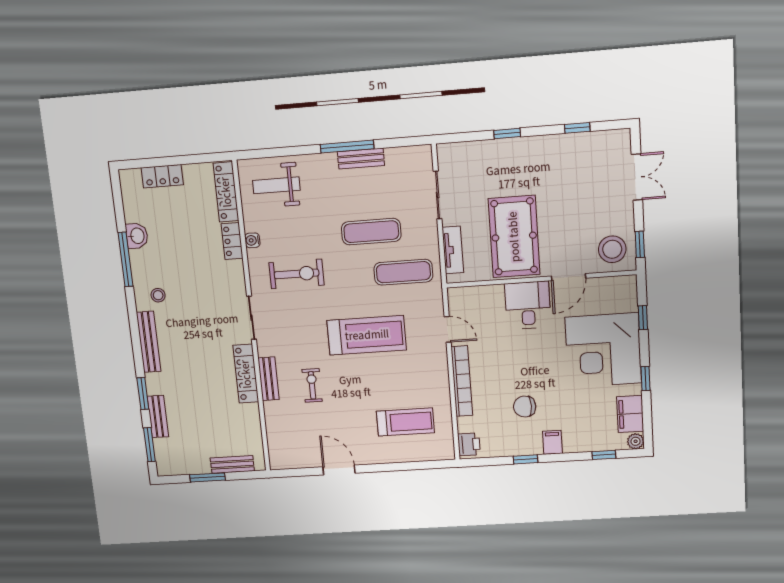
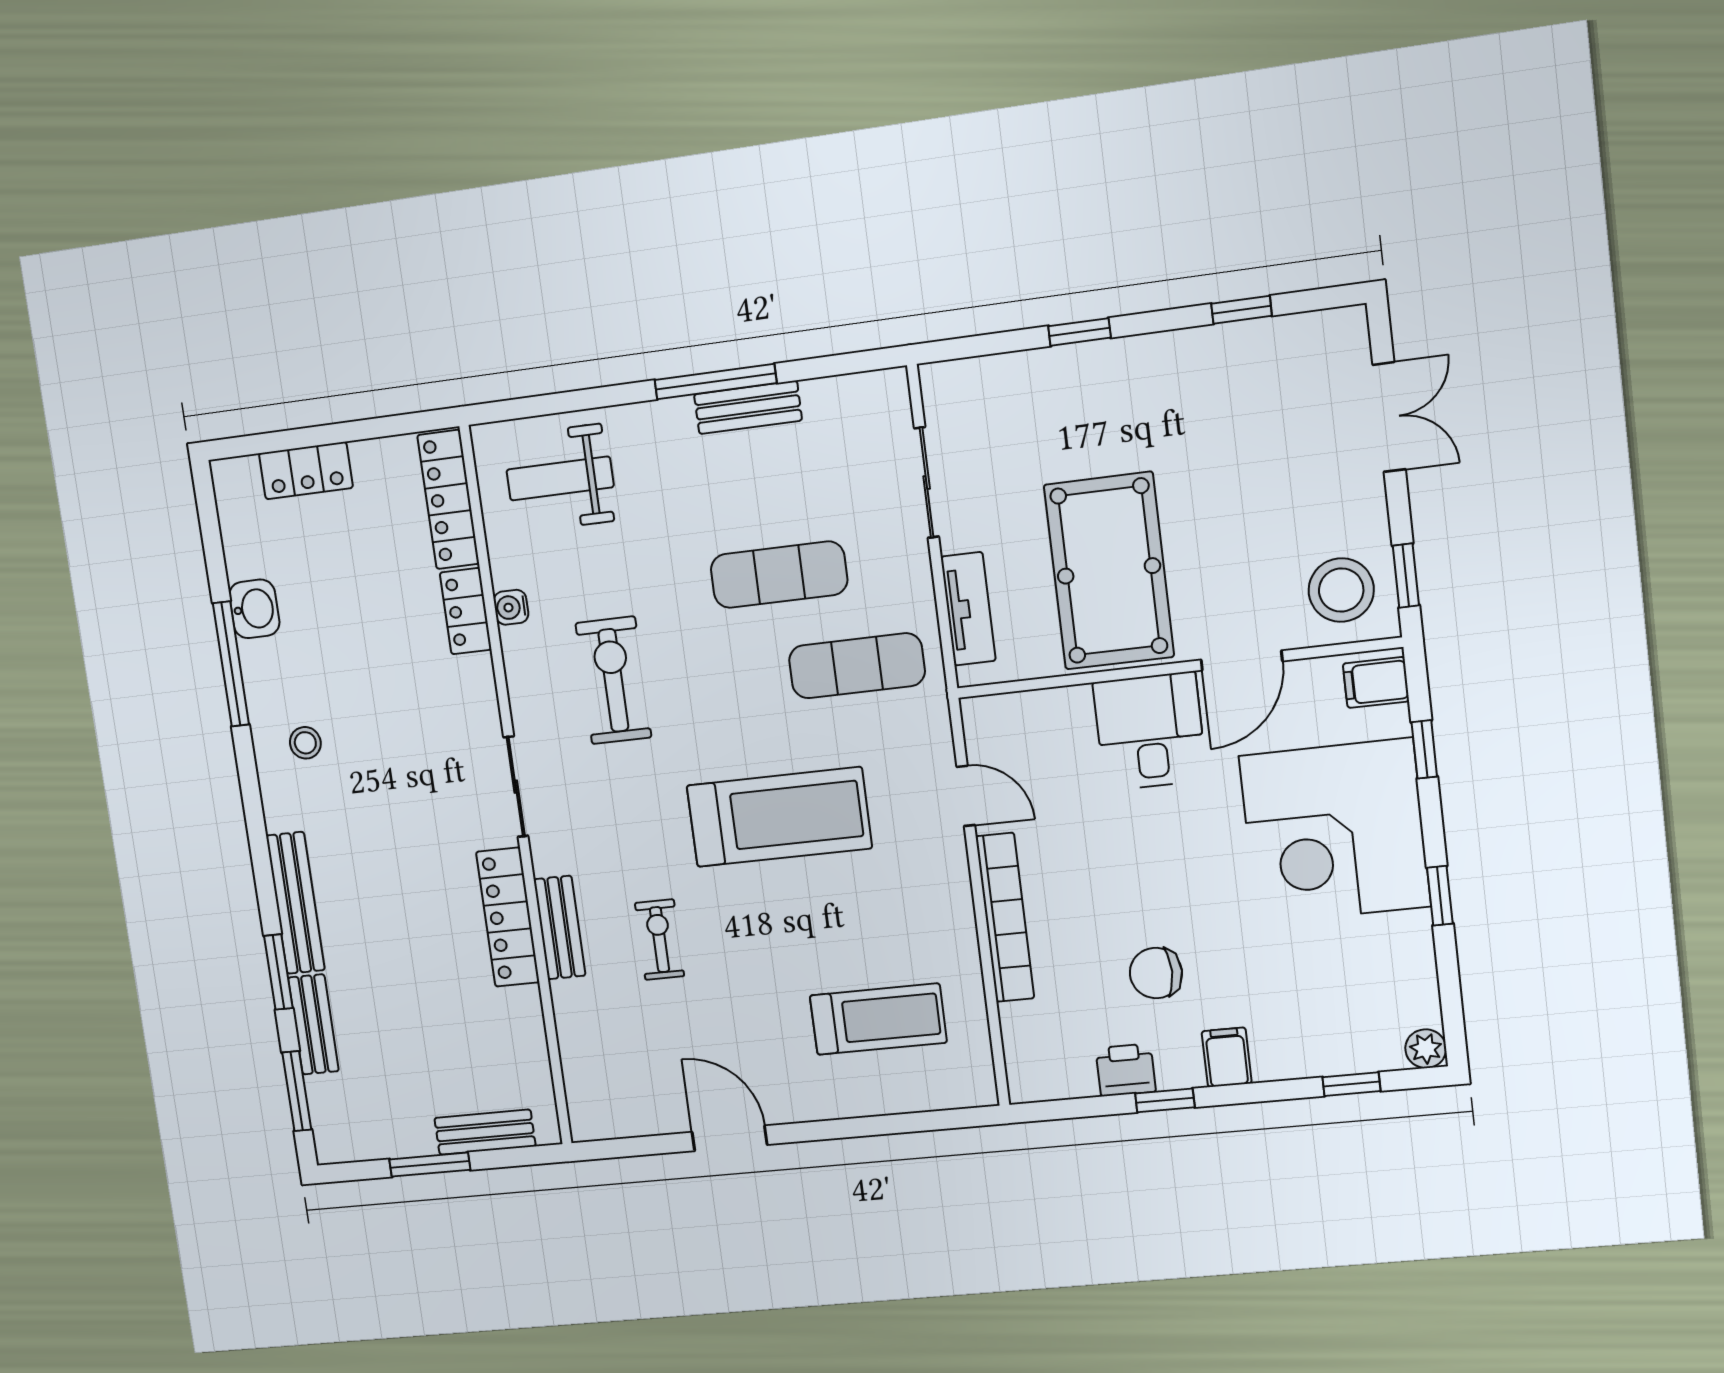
exercise bike: (296, 274) -> (613, 680), turned -90
bench: (149, 342) -> (295, 903), moved
filing cabinet: (630, 414) -> (1376, 682), moved, width x0.50
printer: (469, 444) -> (1126, 1070), moved, turned -90

